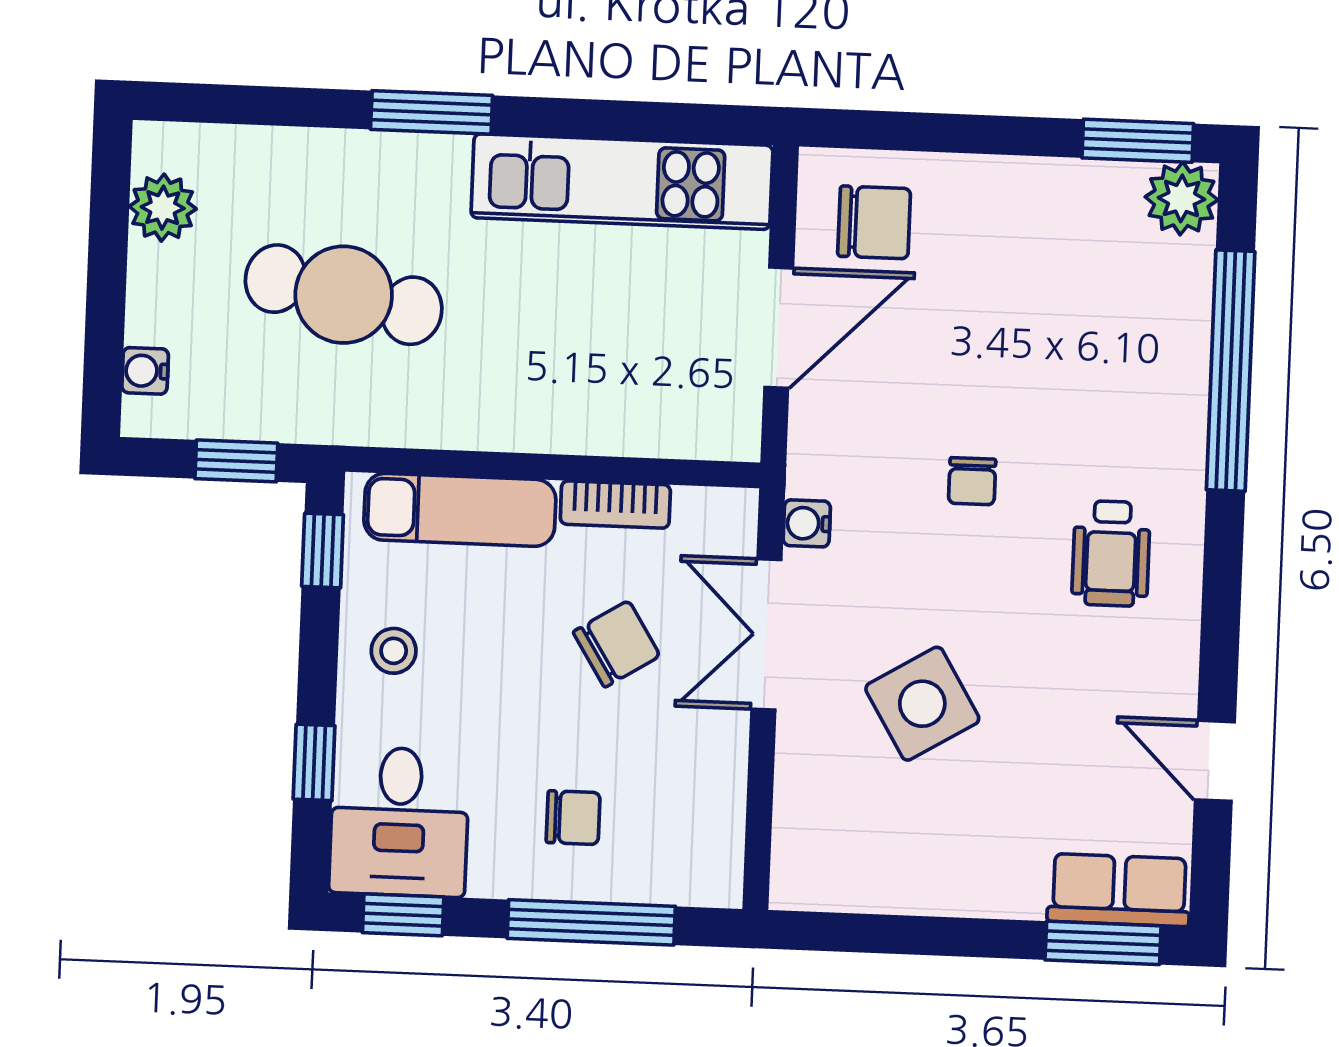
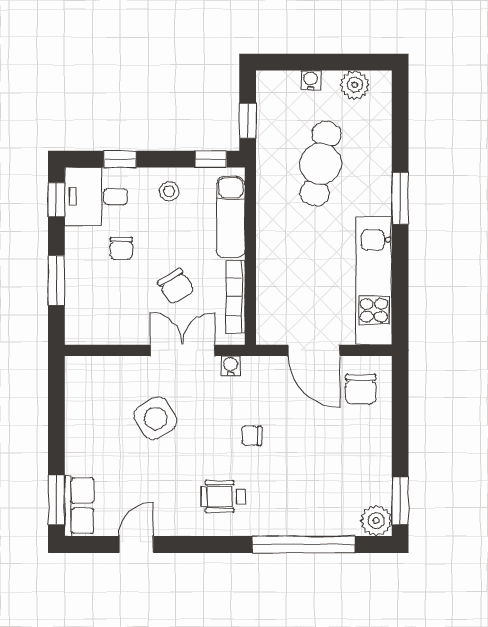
water cooler: (145, 371) -> (311, 80), moved
bookcase: (615, 504) -> (236, 297), width x1.56
chair: (573, 818) -> (121, 248), moved
window: (591, 922) -> (56, 280), width x0.69

